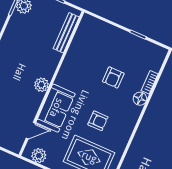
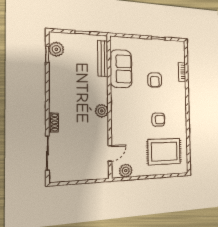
floor lamp: (140, 99) -> (181, 88), removed
sofa: (56, 108) -> (121, 69), moved

